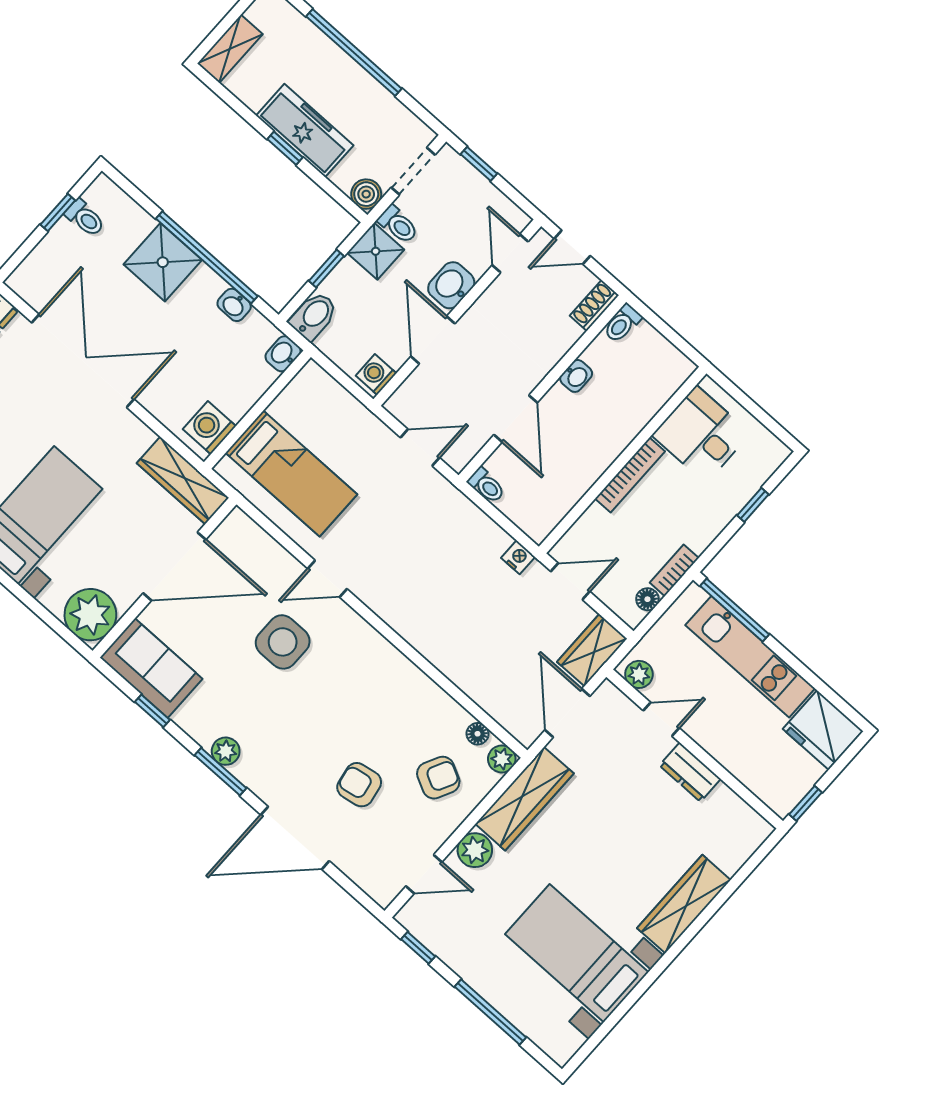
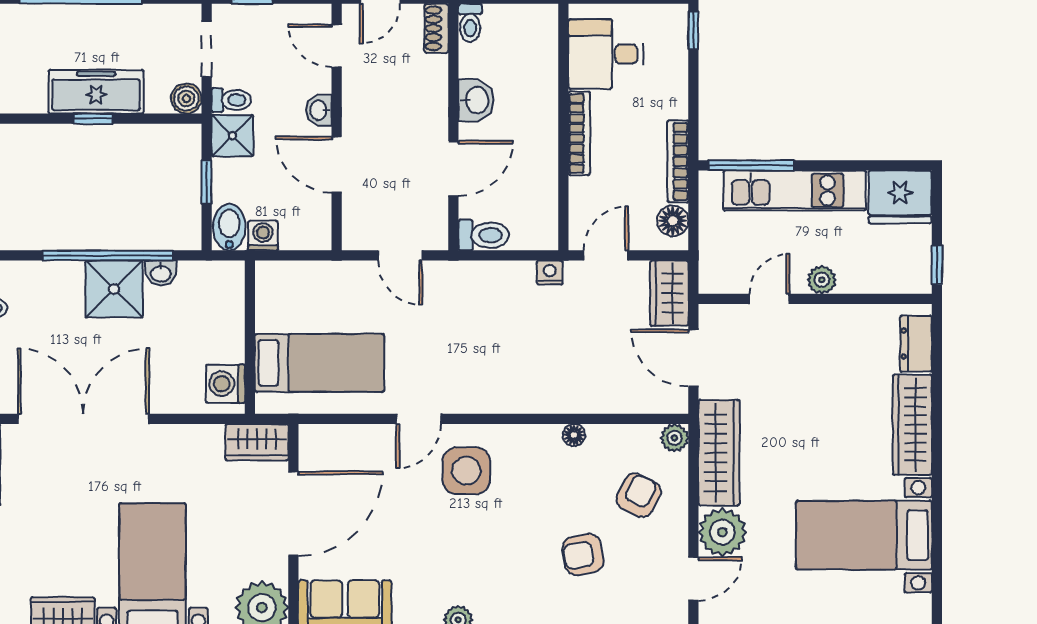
shower: (163, 262) -> (114, 289), moved
washbasin: (451, 285) -> (319, 110), width x0.72, depth x0.69
washbasin: (283, 354) -> (231, 277), removed
washing machine: (376, 374) -> (263, 236), moved, turned 90
washbasin: (576, 376) -> (476, 100), width x1.38, depth x1.45
door: (516, 419) -> (453, 168), hinge flipped
door: (420, 448) -> (400, 255), swing flipped
wardrobe: (183, 480) -> (257, 442), width x0.67
toilet: (486, 485) -> (484, 235), width x1.37, depth x1.39
window: (753, 505) -> (693, 30), moved
bookcase: (674, 570) -> (678, 161), width x1.56
floor lamp: (647, 599) -> (673, 221), width x1.37, depth x1.37
side table: (283, 642) -> (466, 471), moved
plant: (639, 674) -> (822, 280), moved
floor lamp: (478, 734) -> (574, 435), moved
dresser: (690, 772) -> (916, 344), moved, turned 90
plant: (475, 850) -> (722, 532), width x1.36, depth x1.36

